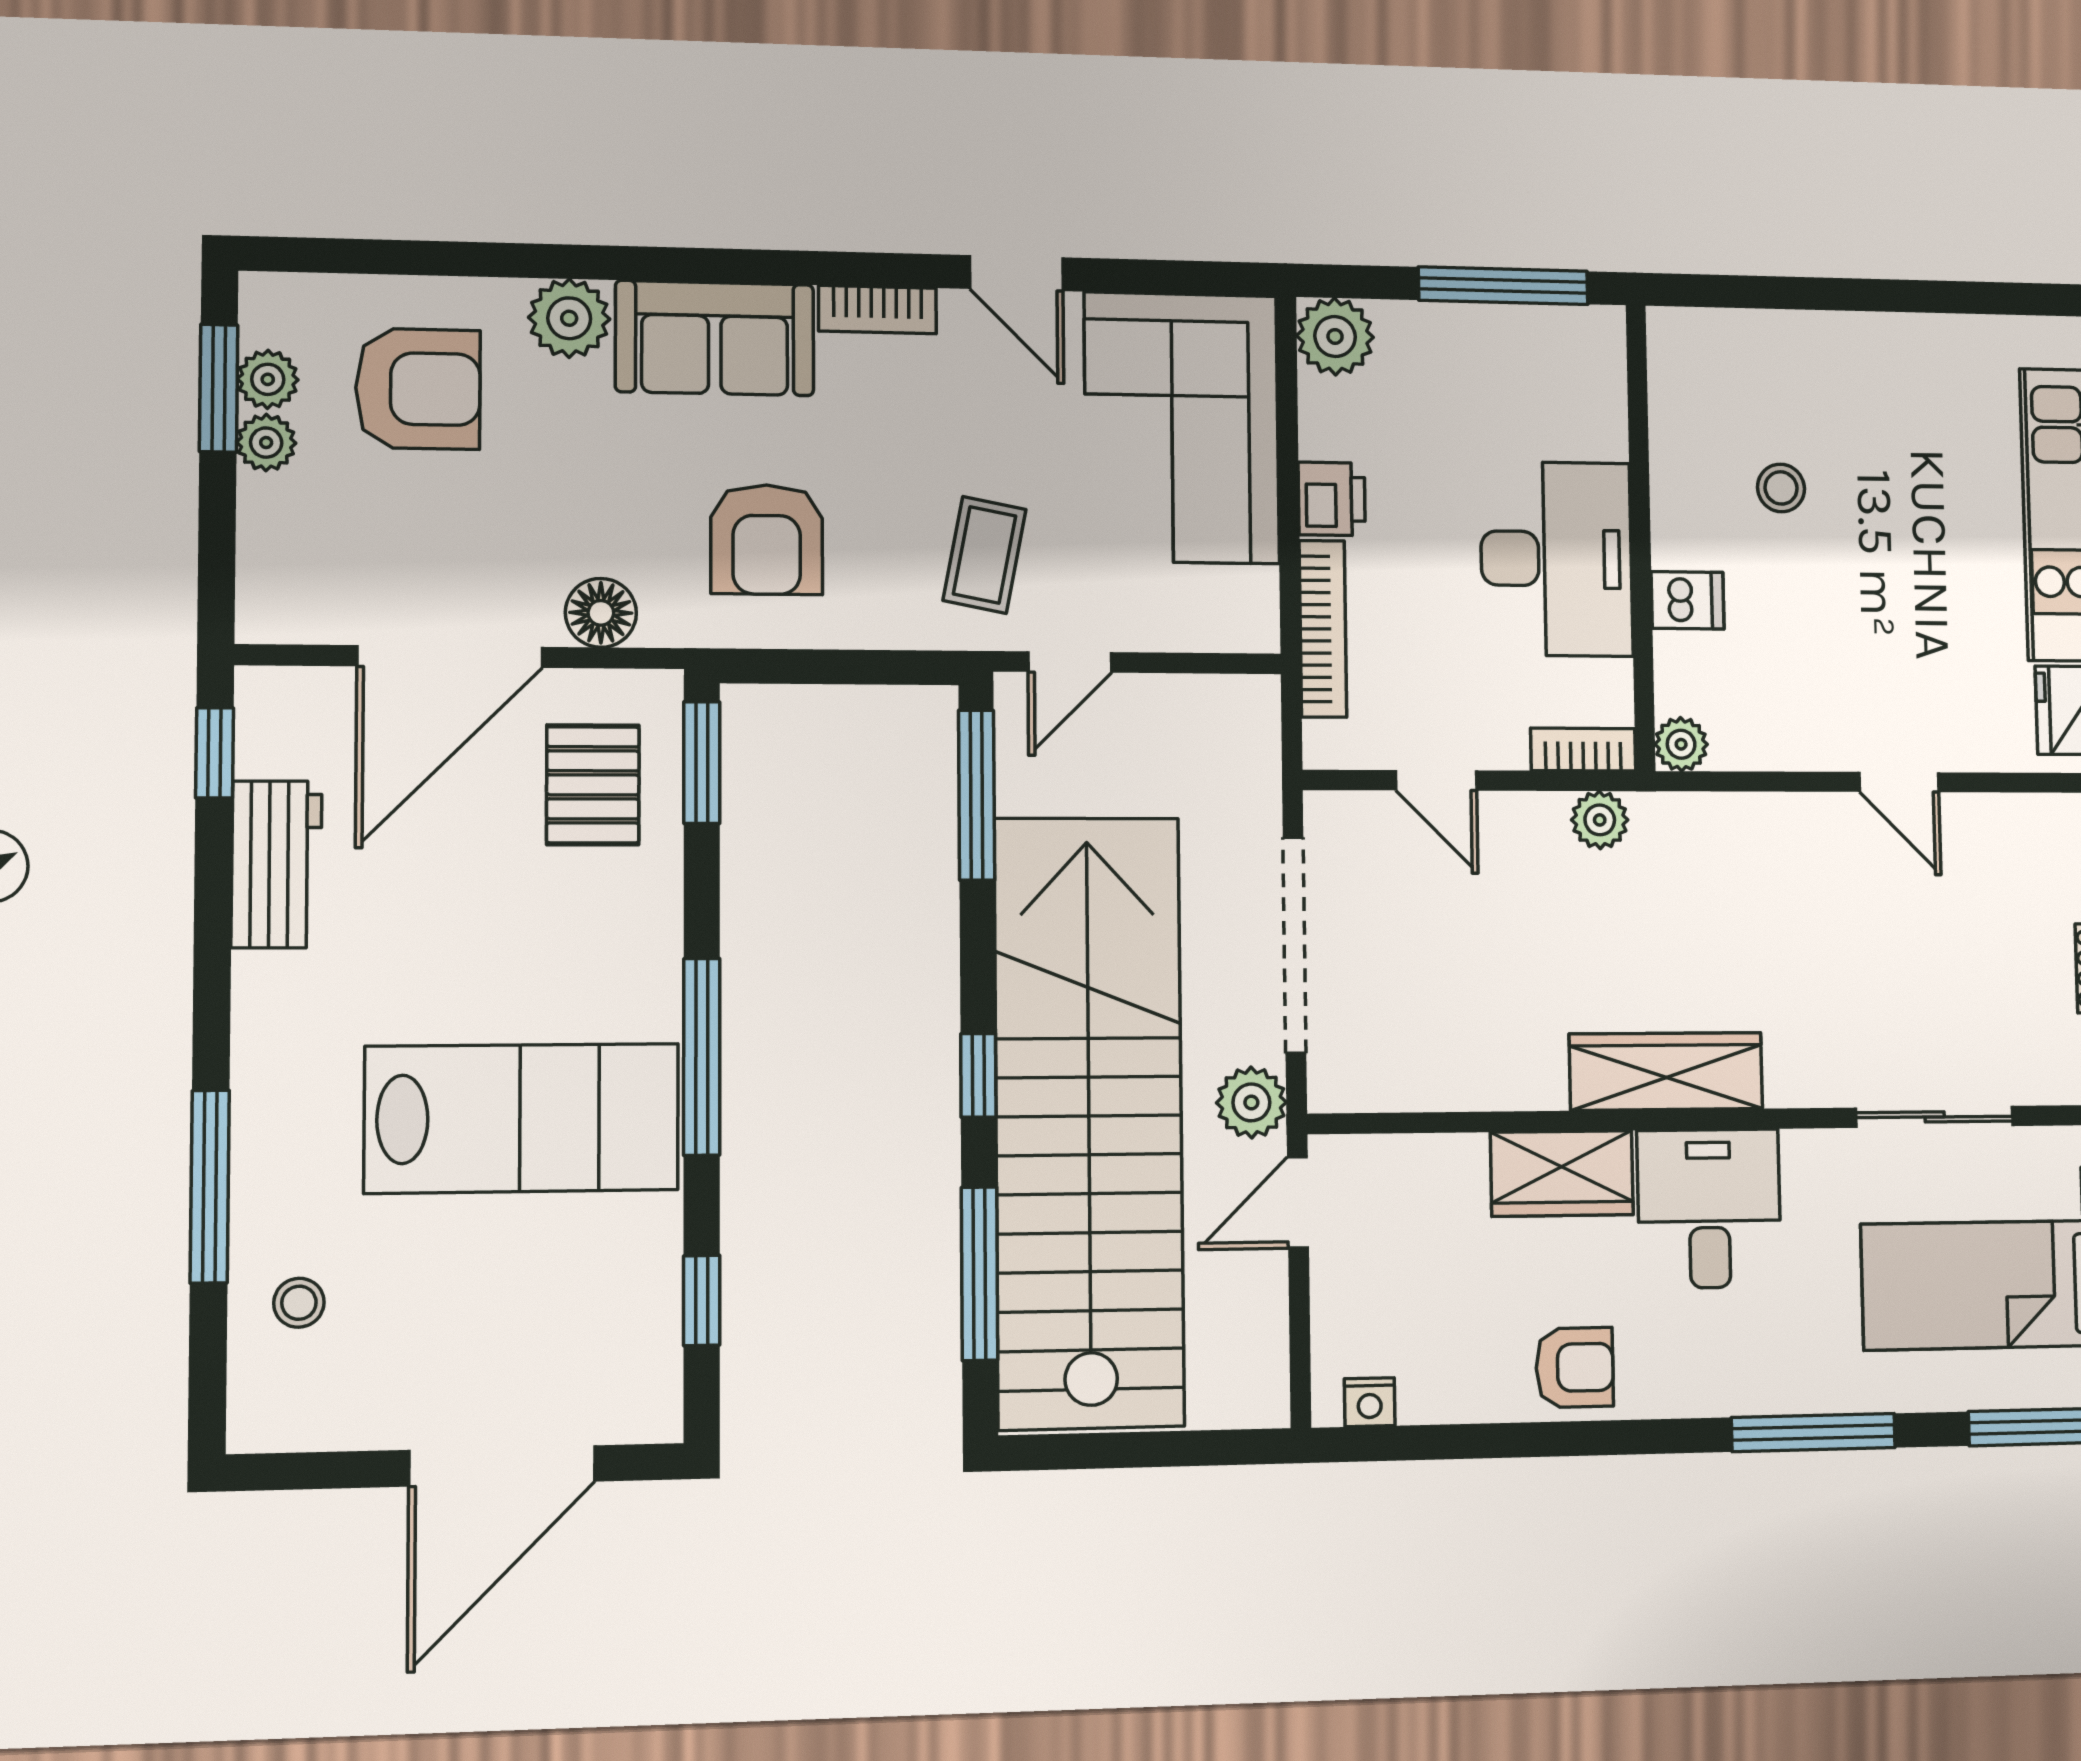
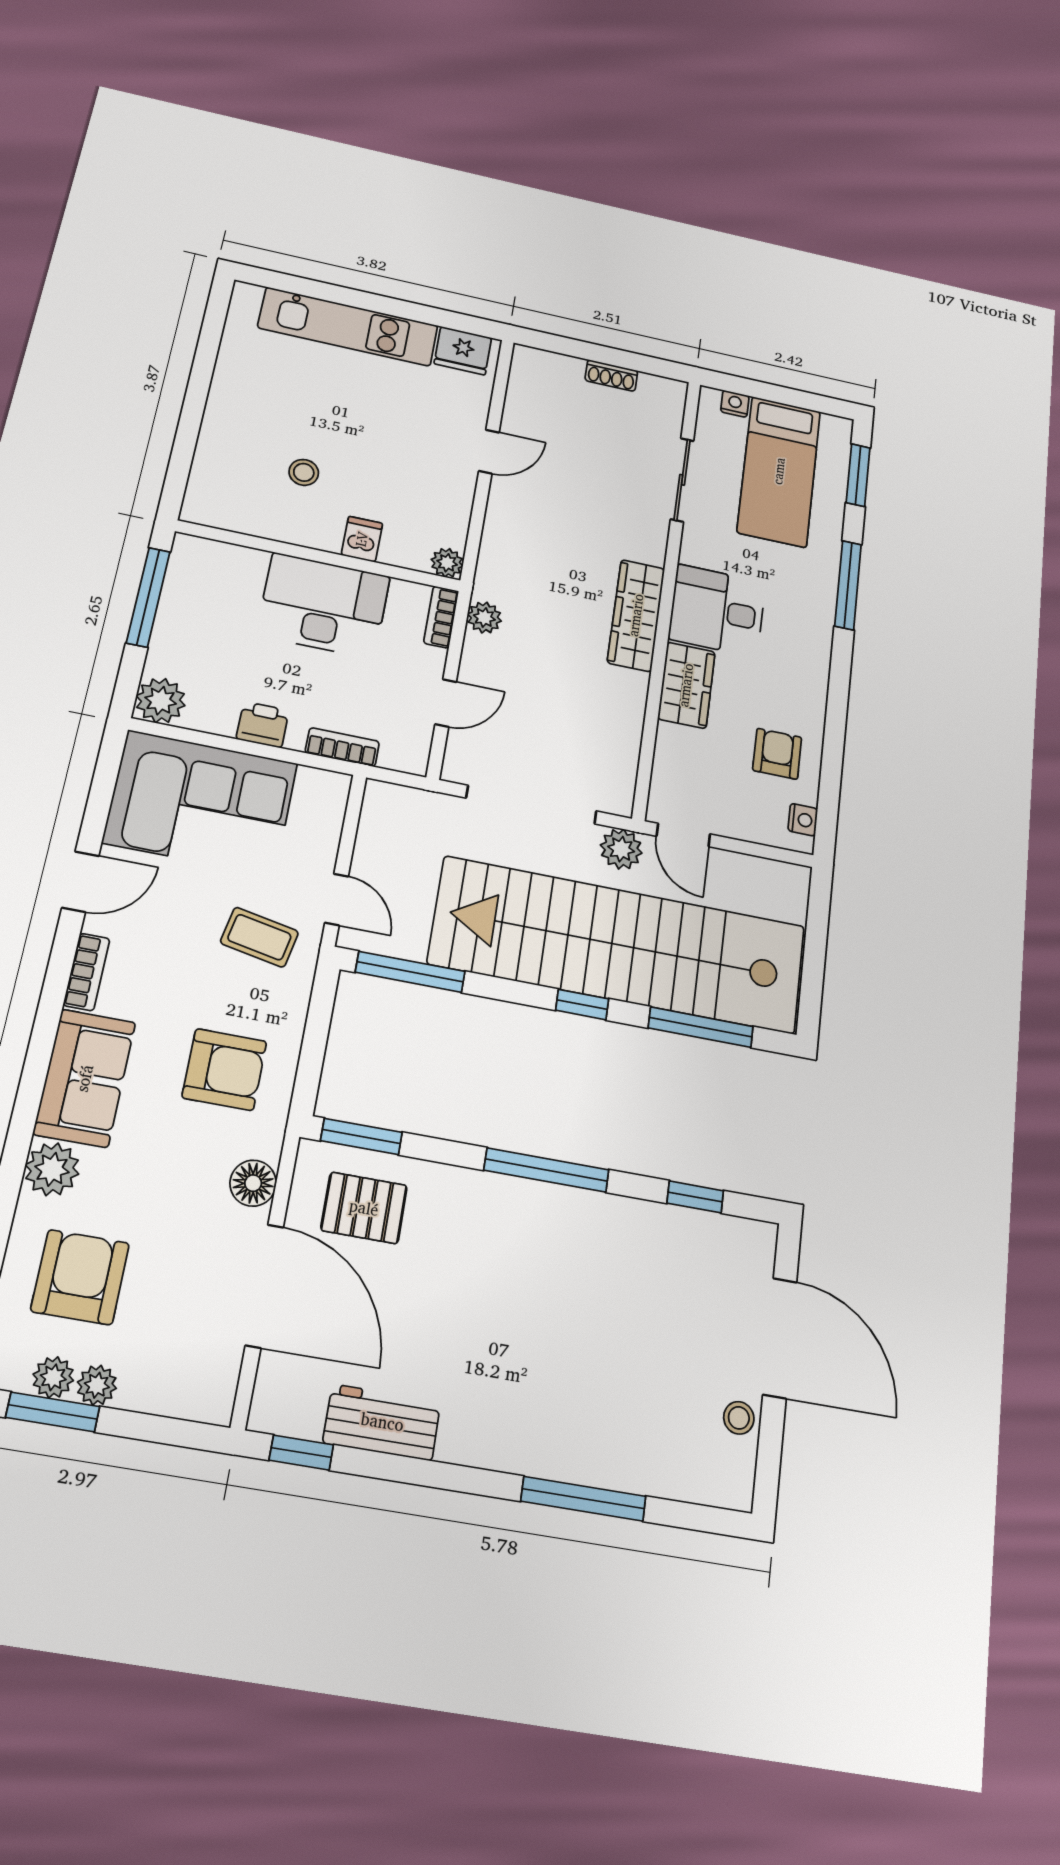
bookcase: (1323, 629) -> (342, 747), width x0.64
lab bench: (522, 1118) -> (568, 1289), removed
stool: (299, 1303) -> (739, 1418), moved
armchair: (1575, 1367) -> (777, 754), moved

